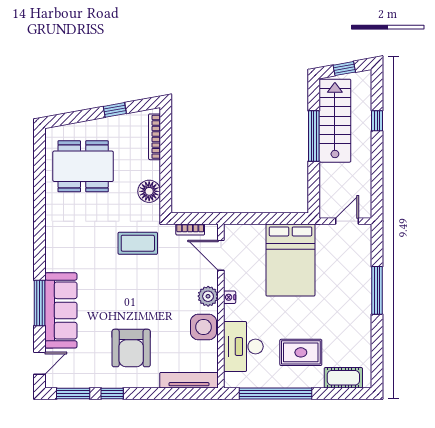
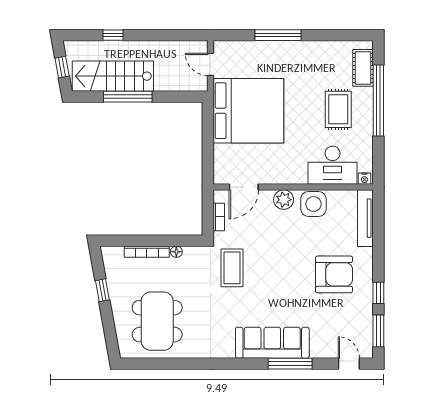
bookcase: (154, 137) -> (147, 252), moved
floor lamp: (149, 191) -> (176, 252), width x0.53, depth x0.53
bed: (290, 260) -> (248, 111), width x1.36
nightstand: (230, 297) -> (365, 179), moved
sofa: (61, 310) -> (272, 343), moved
window: (276, 394) -> (378, 100), moved

